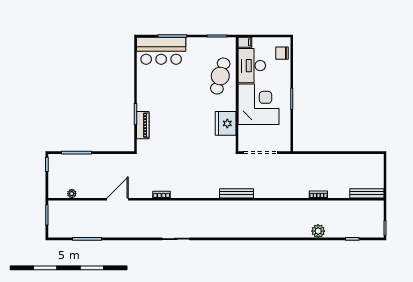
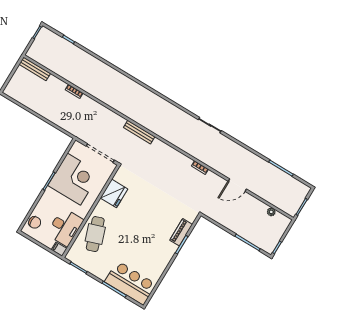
cafe table: (220, 76) -> (95, 234), turned -34
corner desk: (259, 104) -> (74, 179), moved, turned 180
plant: (318, 231) -> (92, 62), removed

